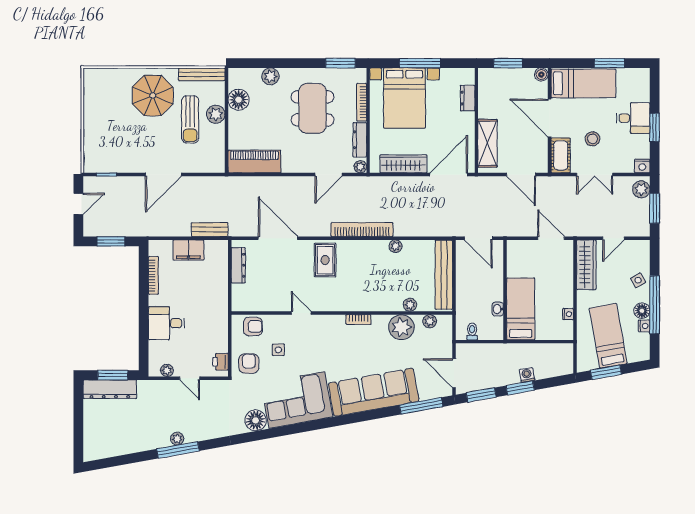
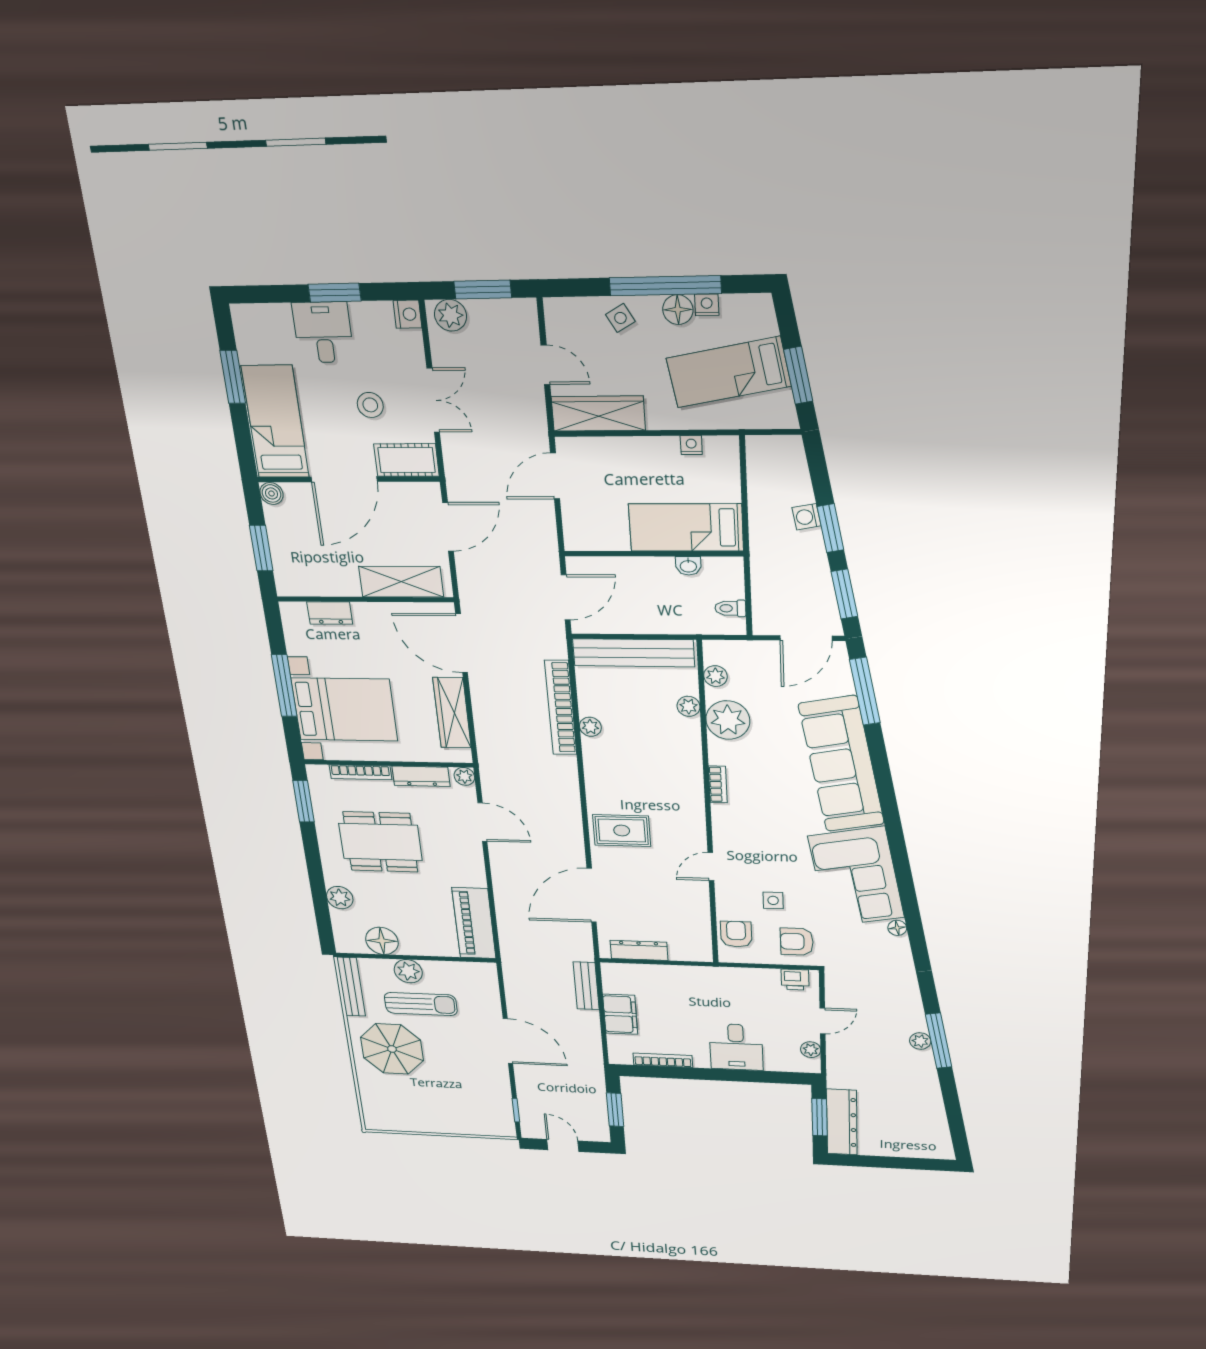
bookcase: (362, 230) -> (561, 708), moved
floor lamp: (256, 420) -> (897, 928), width x0.53, depth x0.53

